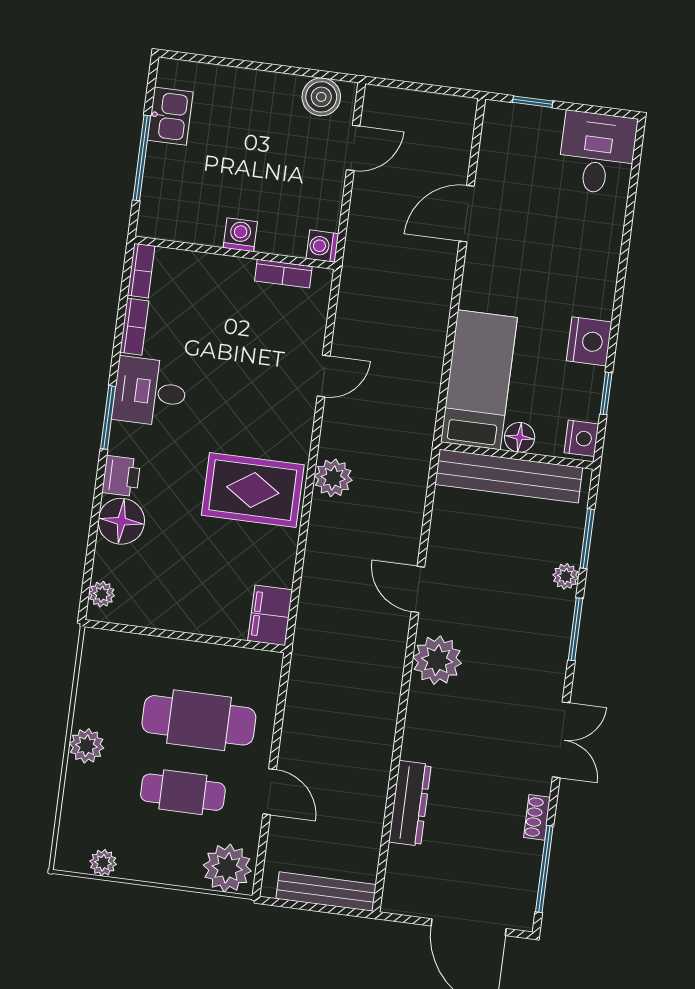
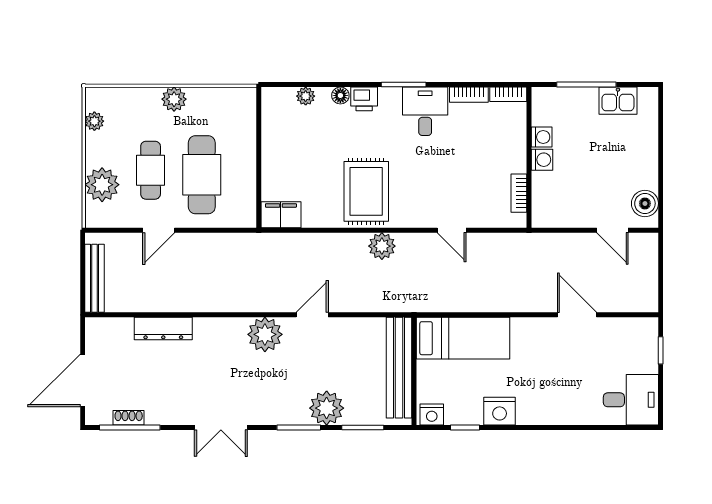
washing machine: (322, 246) -> (542, 137), moved, turned 90
floor lamp: (520, 437) -> (427, 372), removed
floor lamp: (121, 521) -> (340, 95), width x0.53, depth x0.53
plant: (566, 576) -> (327, 408), width x1.88, depth x1.88
plant: (102, 594) -> (306, 96), moved
shoe rack: (537, 817) -> (129, 418), moved
plant: (227, 868) -> (102, 185), moved

